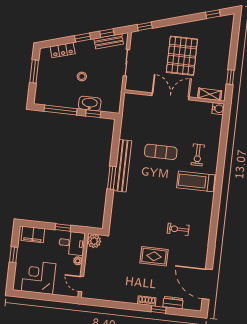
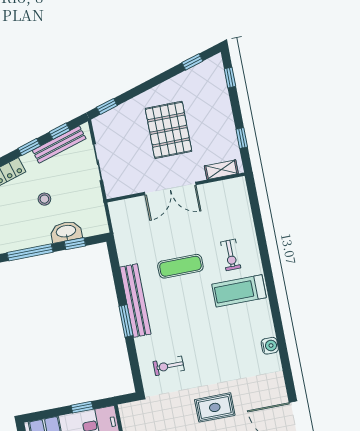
window: (235, 33) -> (230, 78), added
bench: (109, 41) -> (59, 144), width x1.36
double door: (170, 96) -> (170, 189), swing flipped
water cooler: (218, 109) -> (270, 346), moved
exercise bike: (178, 229) -> (169, 366), moved
plant: (94, 241) -> (129, 412), removed

